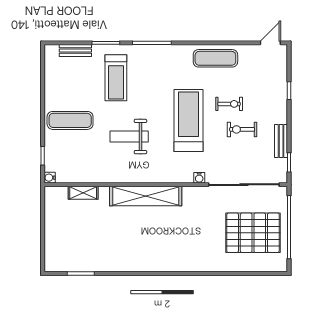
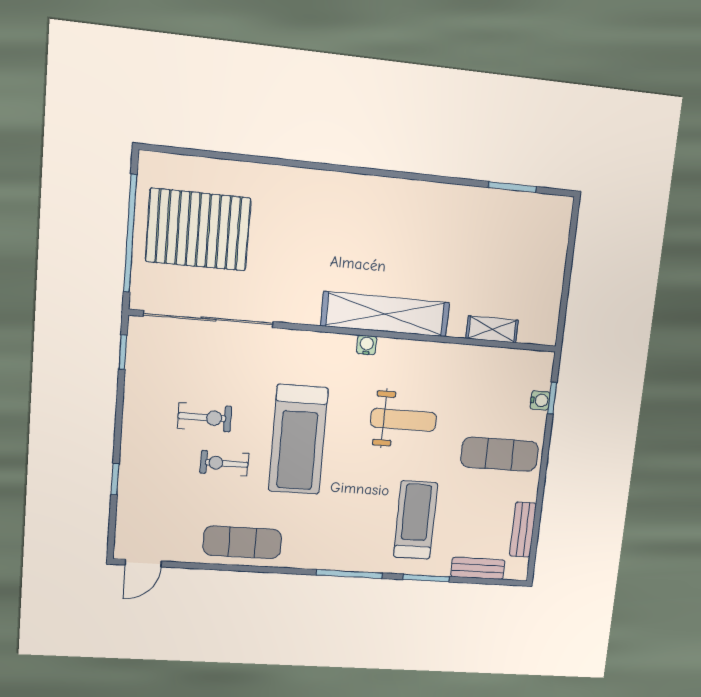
bench: (281, 141) -> (523, 530), moved
water cooler: (50, 178) -> (540, 400), moved
water cooler: (199, 178) -> (367, 345), moved

